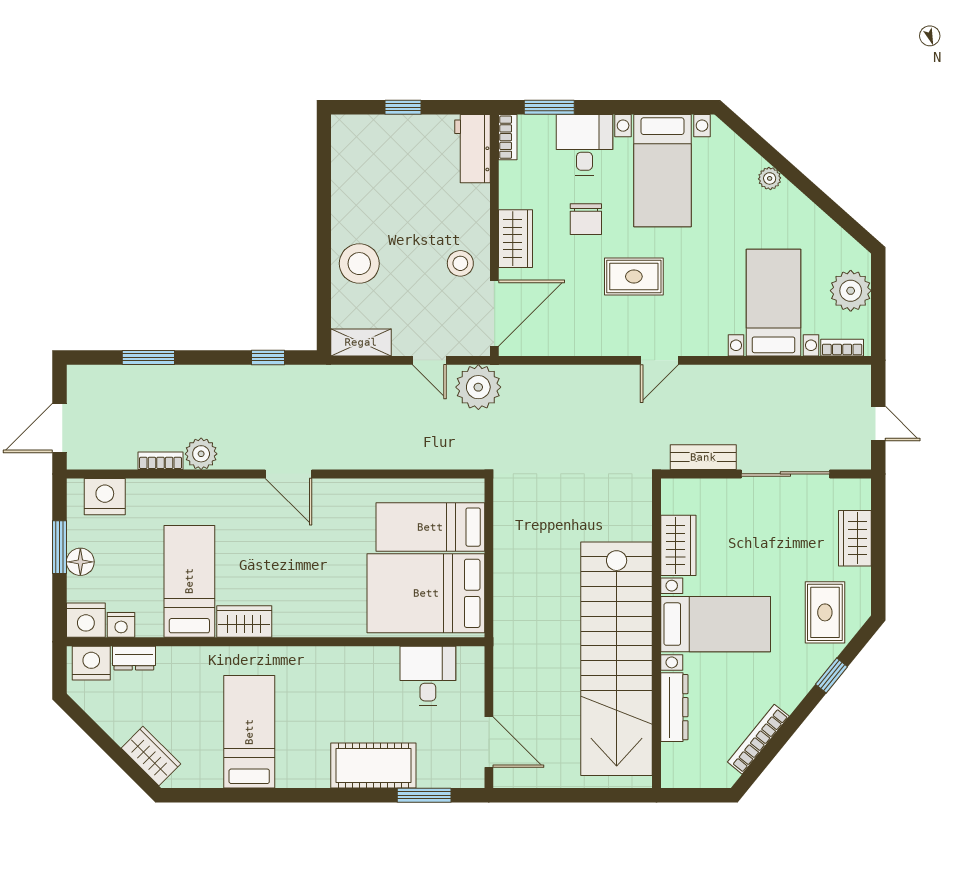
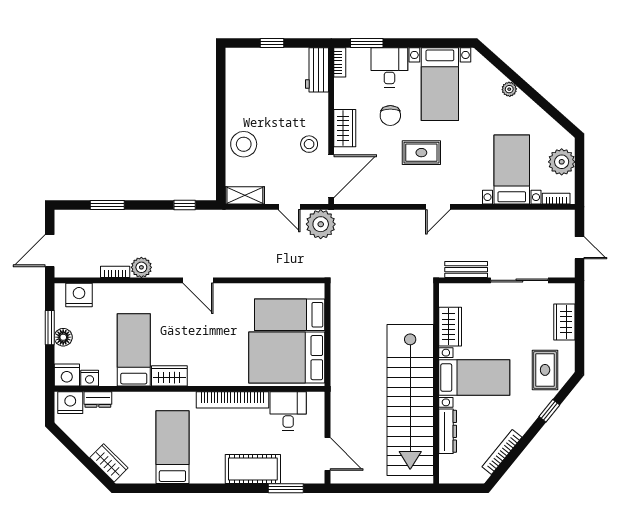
bookcase: (342, 659) -> (233, 400), added

